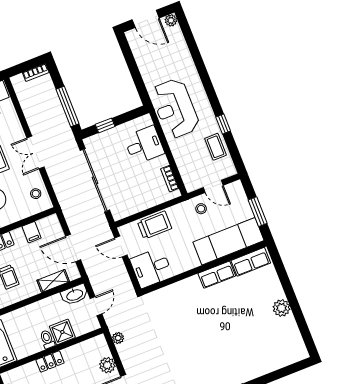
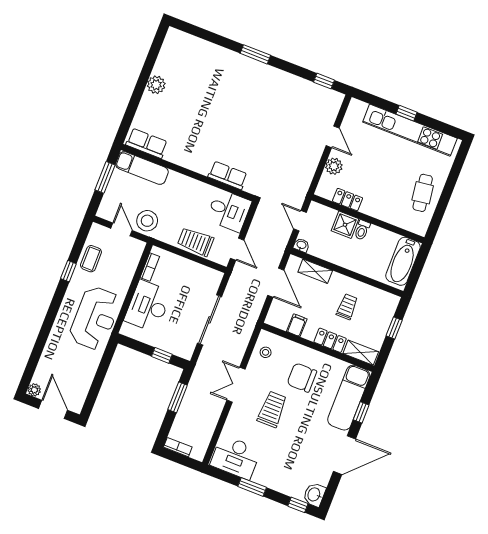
window: (67, 107) -> (178, 397), width x0.69
desk: (144, 145) -> (148, 306), width x1.37
double door: (35, 152) -> (236, 385), swing flipped
sliding door: (95, 180) -> (210, 320), width x0.73
stool: (201, 209) -> (147, 221), width x1.89, depth x1.89
exam couch: (228, 241) -> (142, 168), width x0.73, depth x0.69
row of seats: (217, 275) -> (228, 175), moved
washbasin: (75, 295) -> (301, 245), width x0.52, depth x0.69
door: (96, 306) -> (300, 221), hinge flipped
plant: (118, 338) -> (306, 180), removed
locker: (50, 361) -> (348, 200), moved

